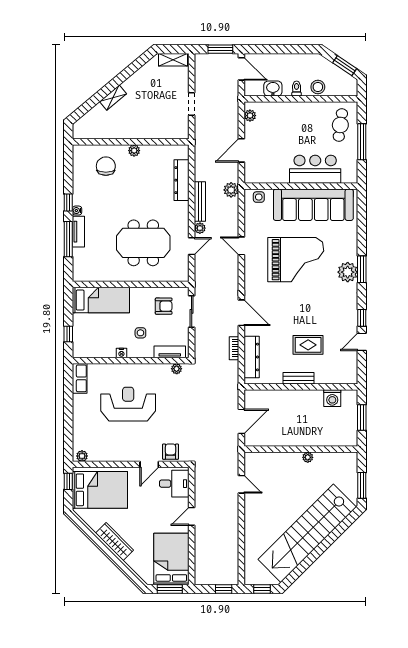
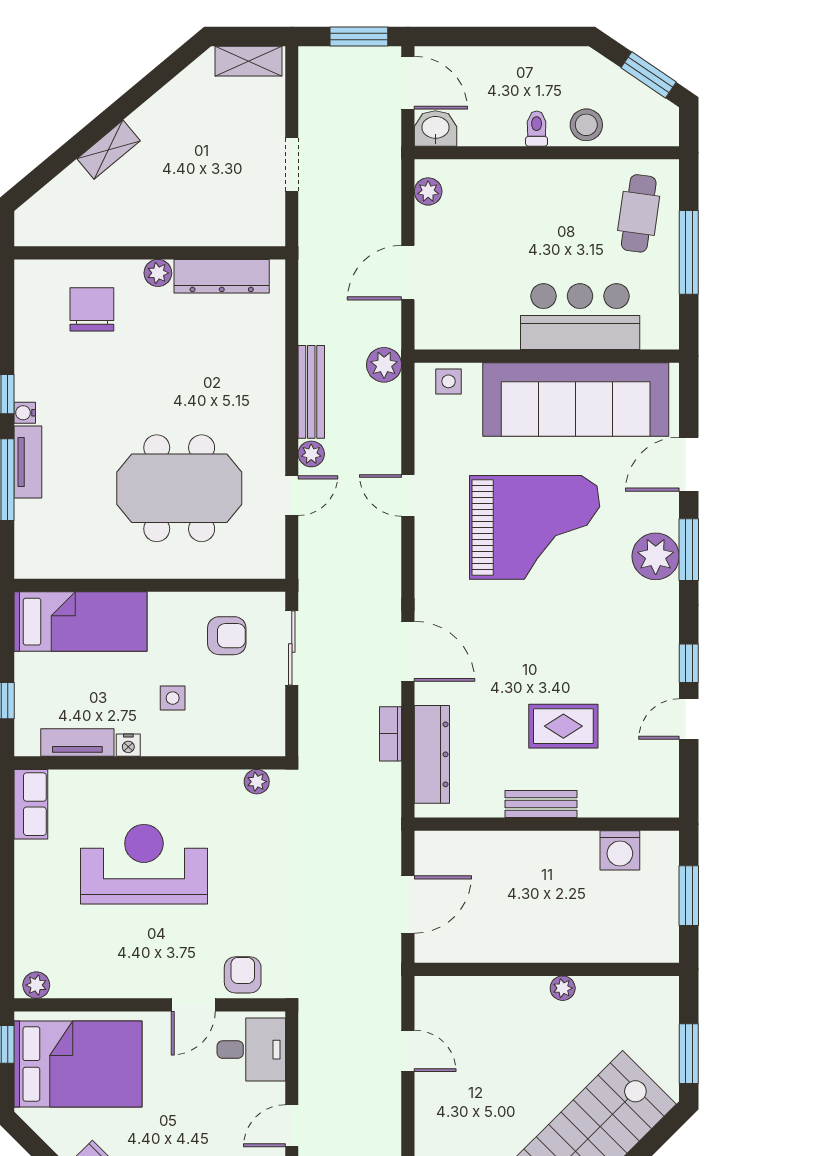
washbasin: (273, 89) -> (435, 128), moved
dresser: (182, 180) -> (222, 276), moved, turned -90
door: (362, 233) -> (689, 464), added
tv unit: (170, 352) -> (77, 742), moved

